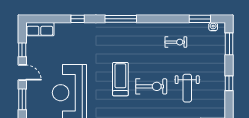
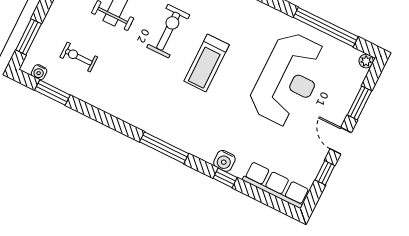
water cooler: (83, 28) -> (224, 161), added
row of seats: (40, 29) -> (276, 185), width x1.48
exercise bike: (176, 42) -> (79, 57), moved
exercise bike: (151, 86) -> (168, 31), turned 90

